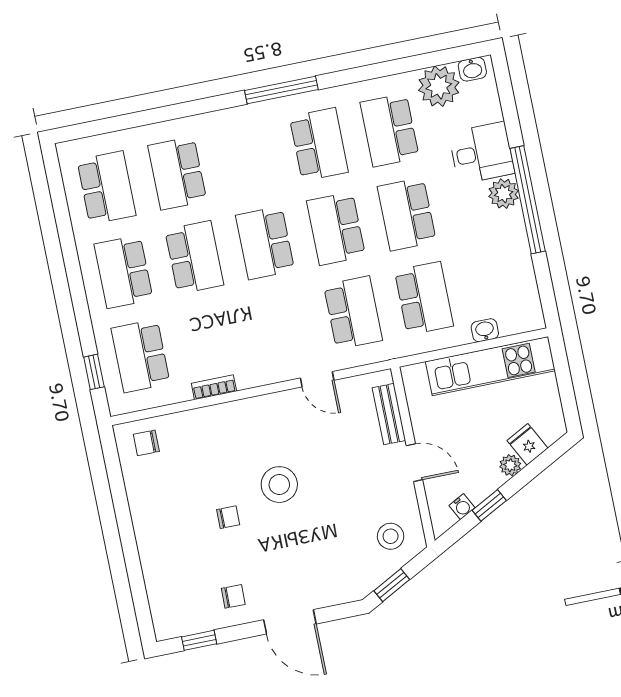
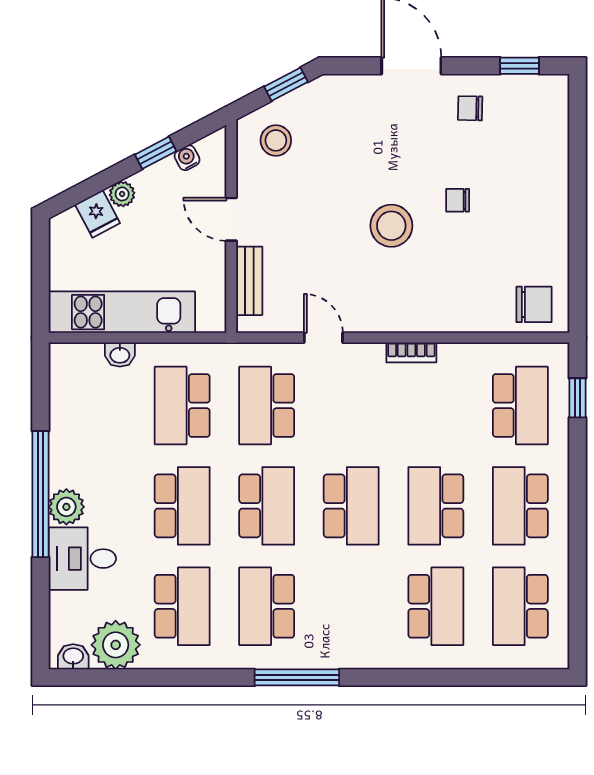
school desk: (124, 272) -> (520, 506), turned 180
bookcase: (214, 387) -> (411, 352), moved
chair: (146, 443) -> (534, 304), width x1.37, depth x1.37

